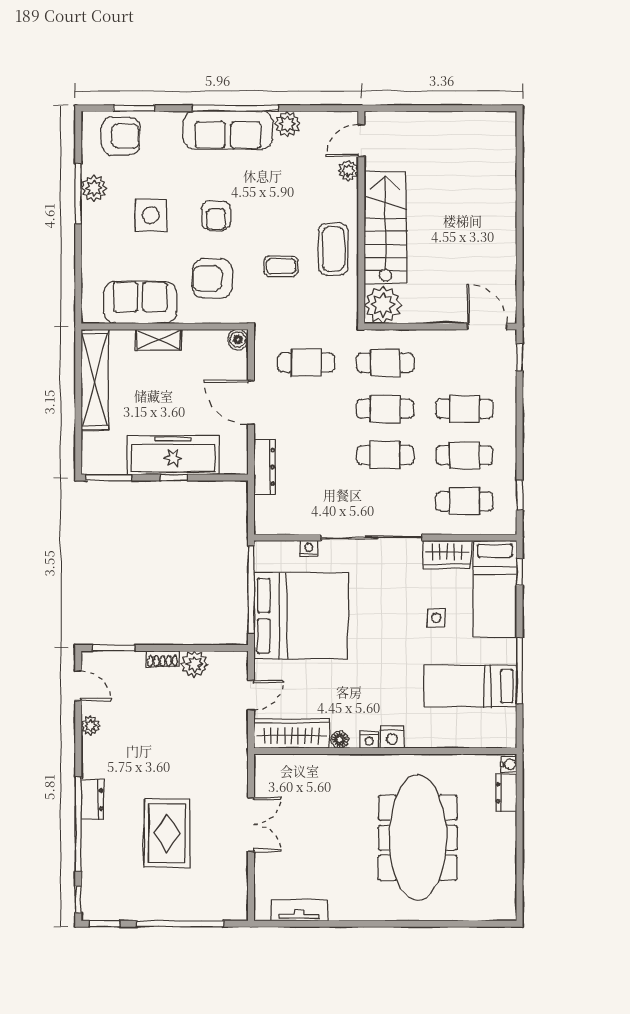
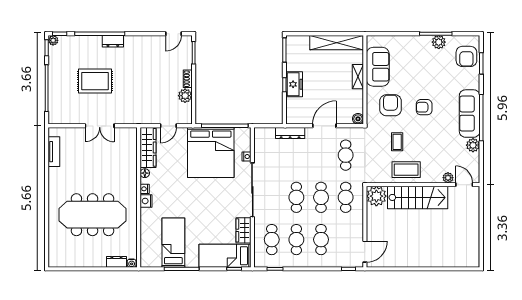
side table: (151, 215) -> (424, 72), removed
freezer: (173, 455) -> (294, 84), width x0.52, depth x0.79
side table: (436, 618) -> (210, 225), removed
door: (251, 695) -> (168, 126), hinge flipped
plant: (90, 726) -> (53, 40), moved

